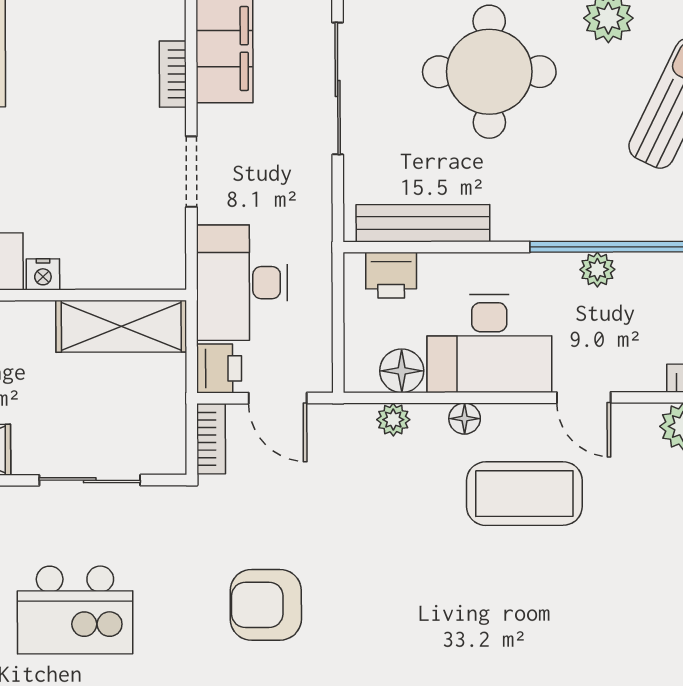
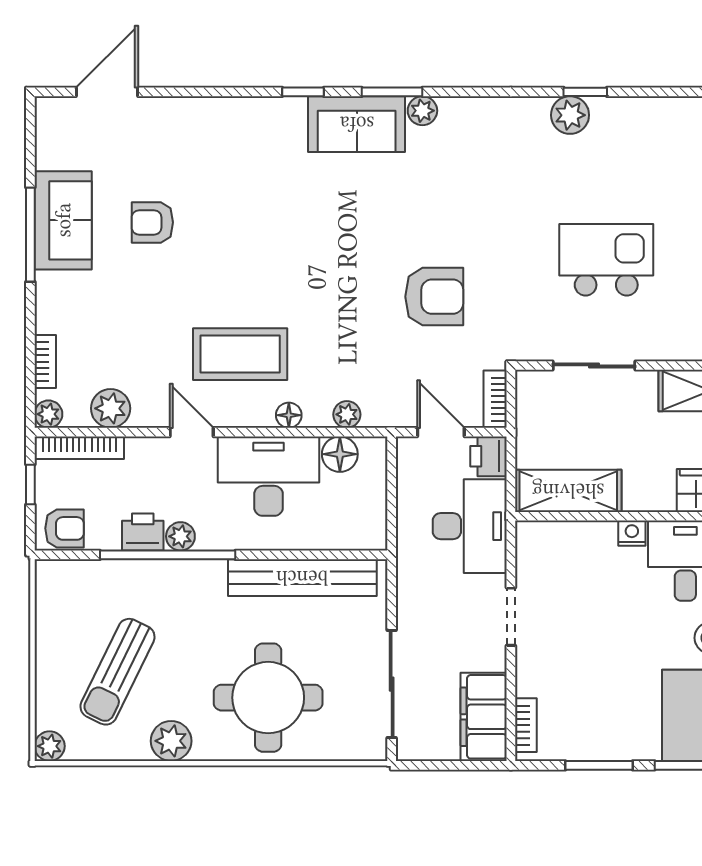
bookcase: (173, 74) -> (526, 725), moved
bench: (423, 223) -> (302, 578), width x1.37, depth x1.21
printer: (391, 275) -> (143, 532), moved
armchair: (266, 605) -> (434, 297), moved
armchair: (633, 655) -> (152, 222), added

